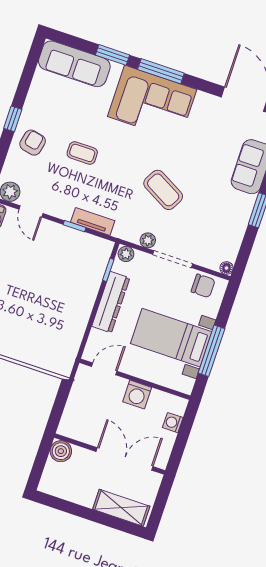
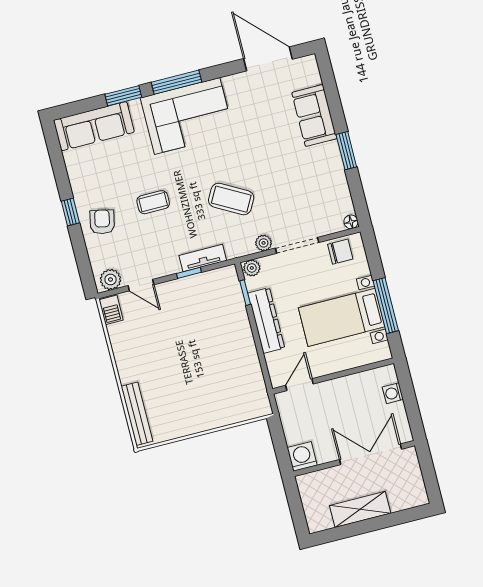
coffee table: (163, 190) -> (231, 199), moved
washing machine: (137, 395) -> (302, 456), moved, turned 180
boiler: (61, 451) -> (308, 485), removed
shelving: (121, 508) -> (360, 509), moved

